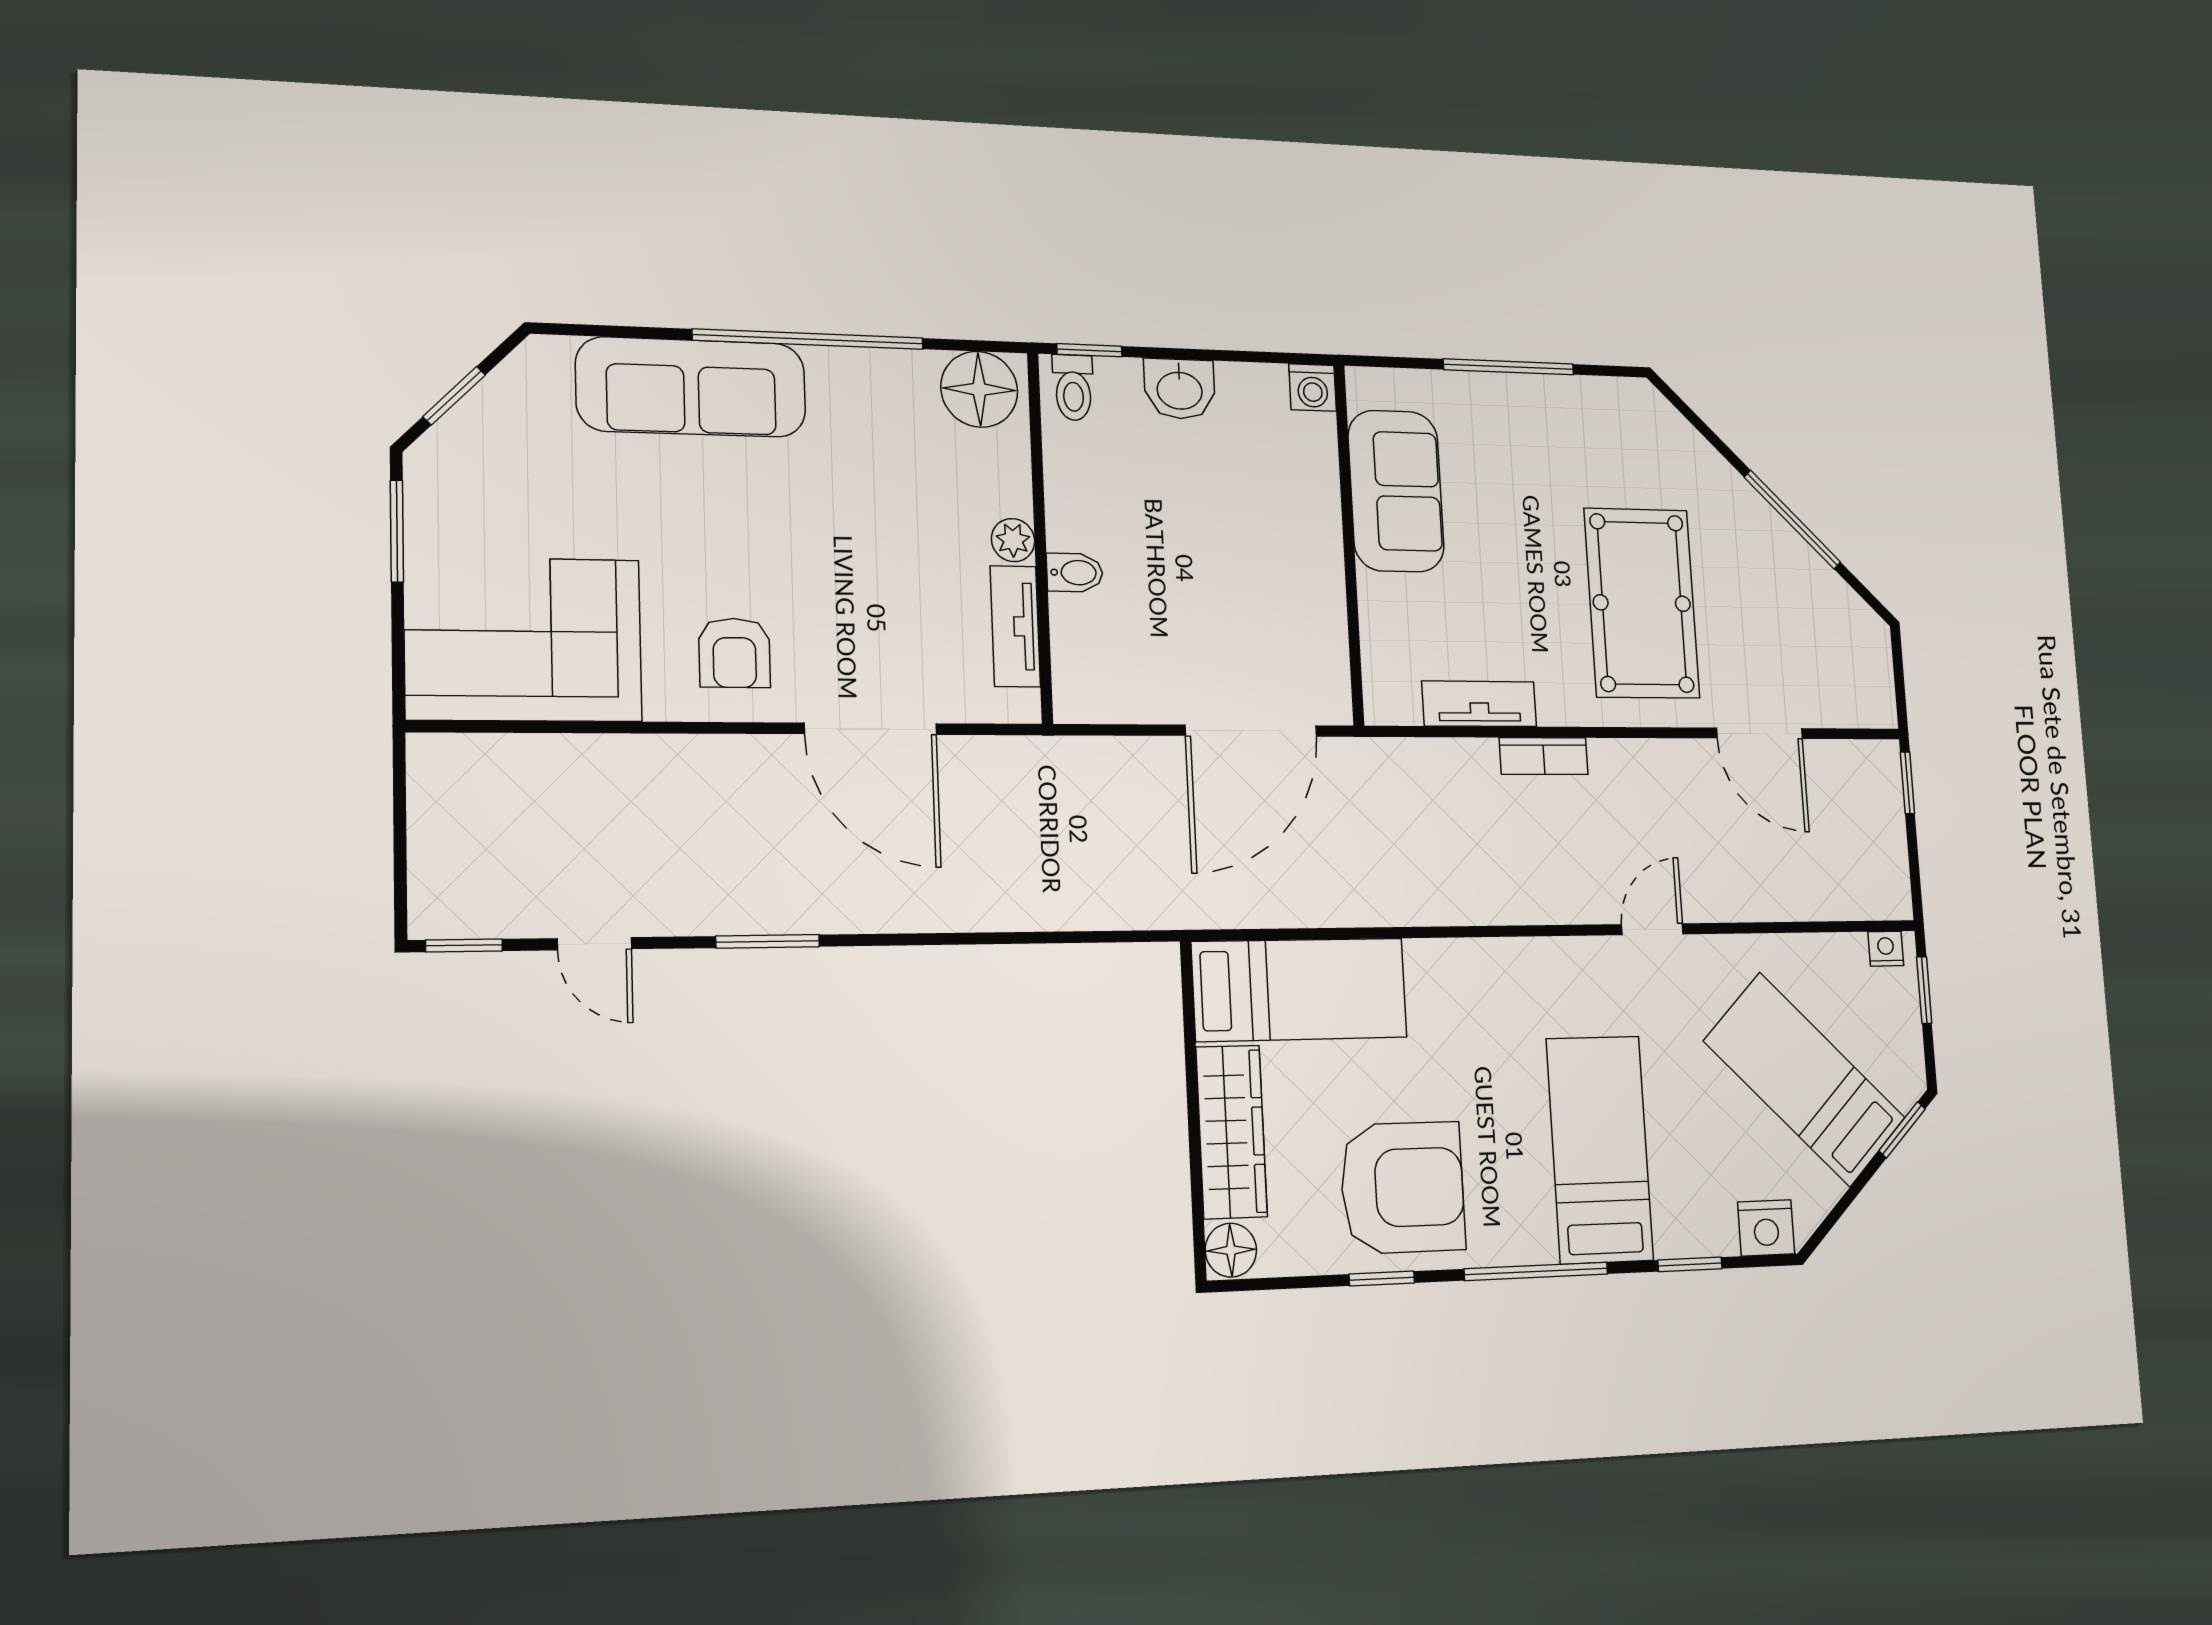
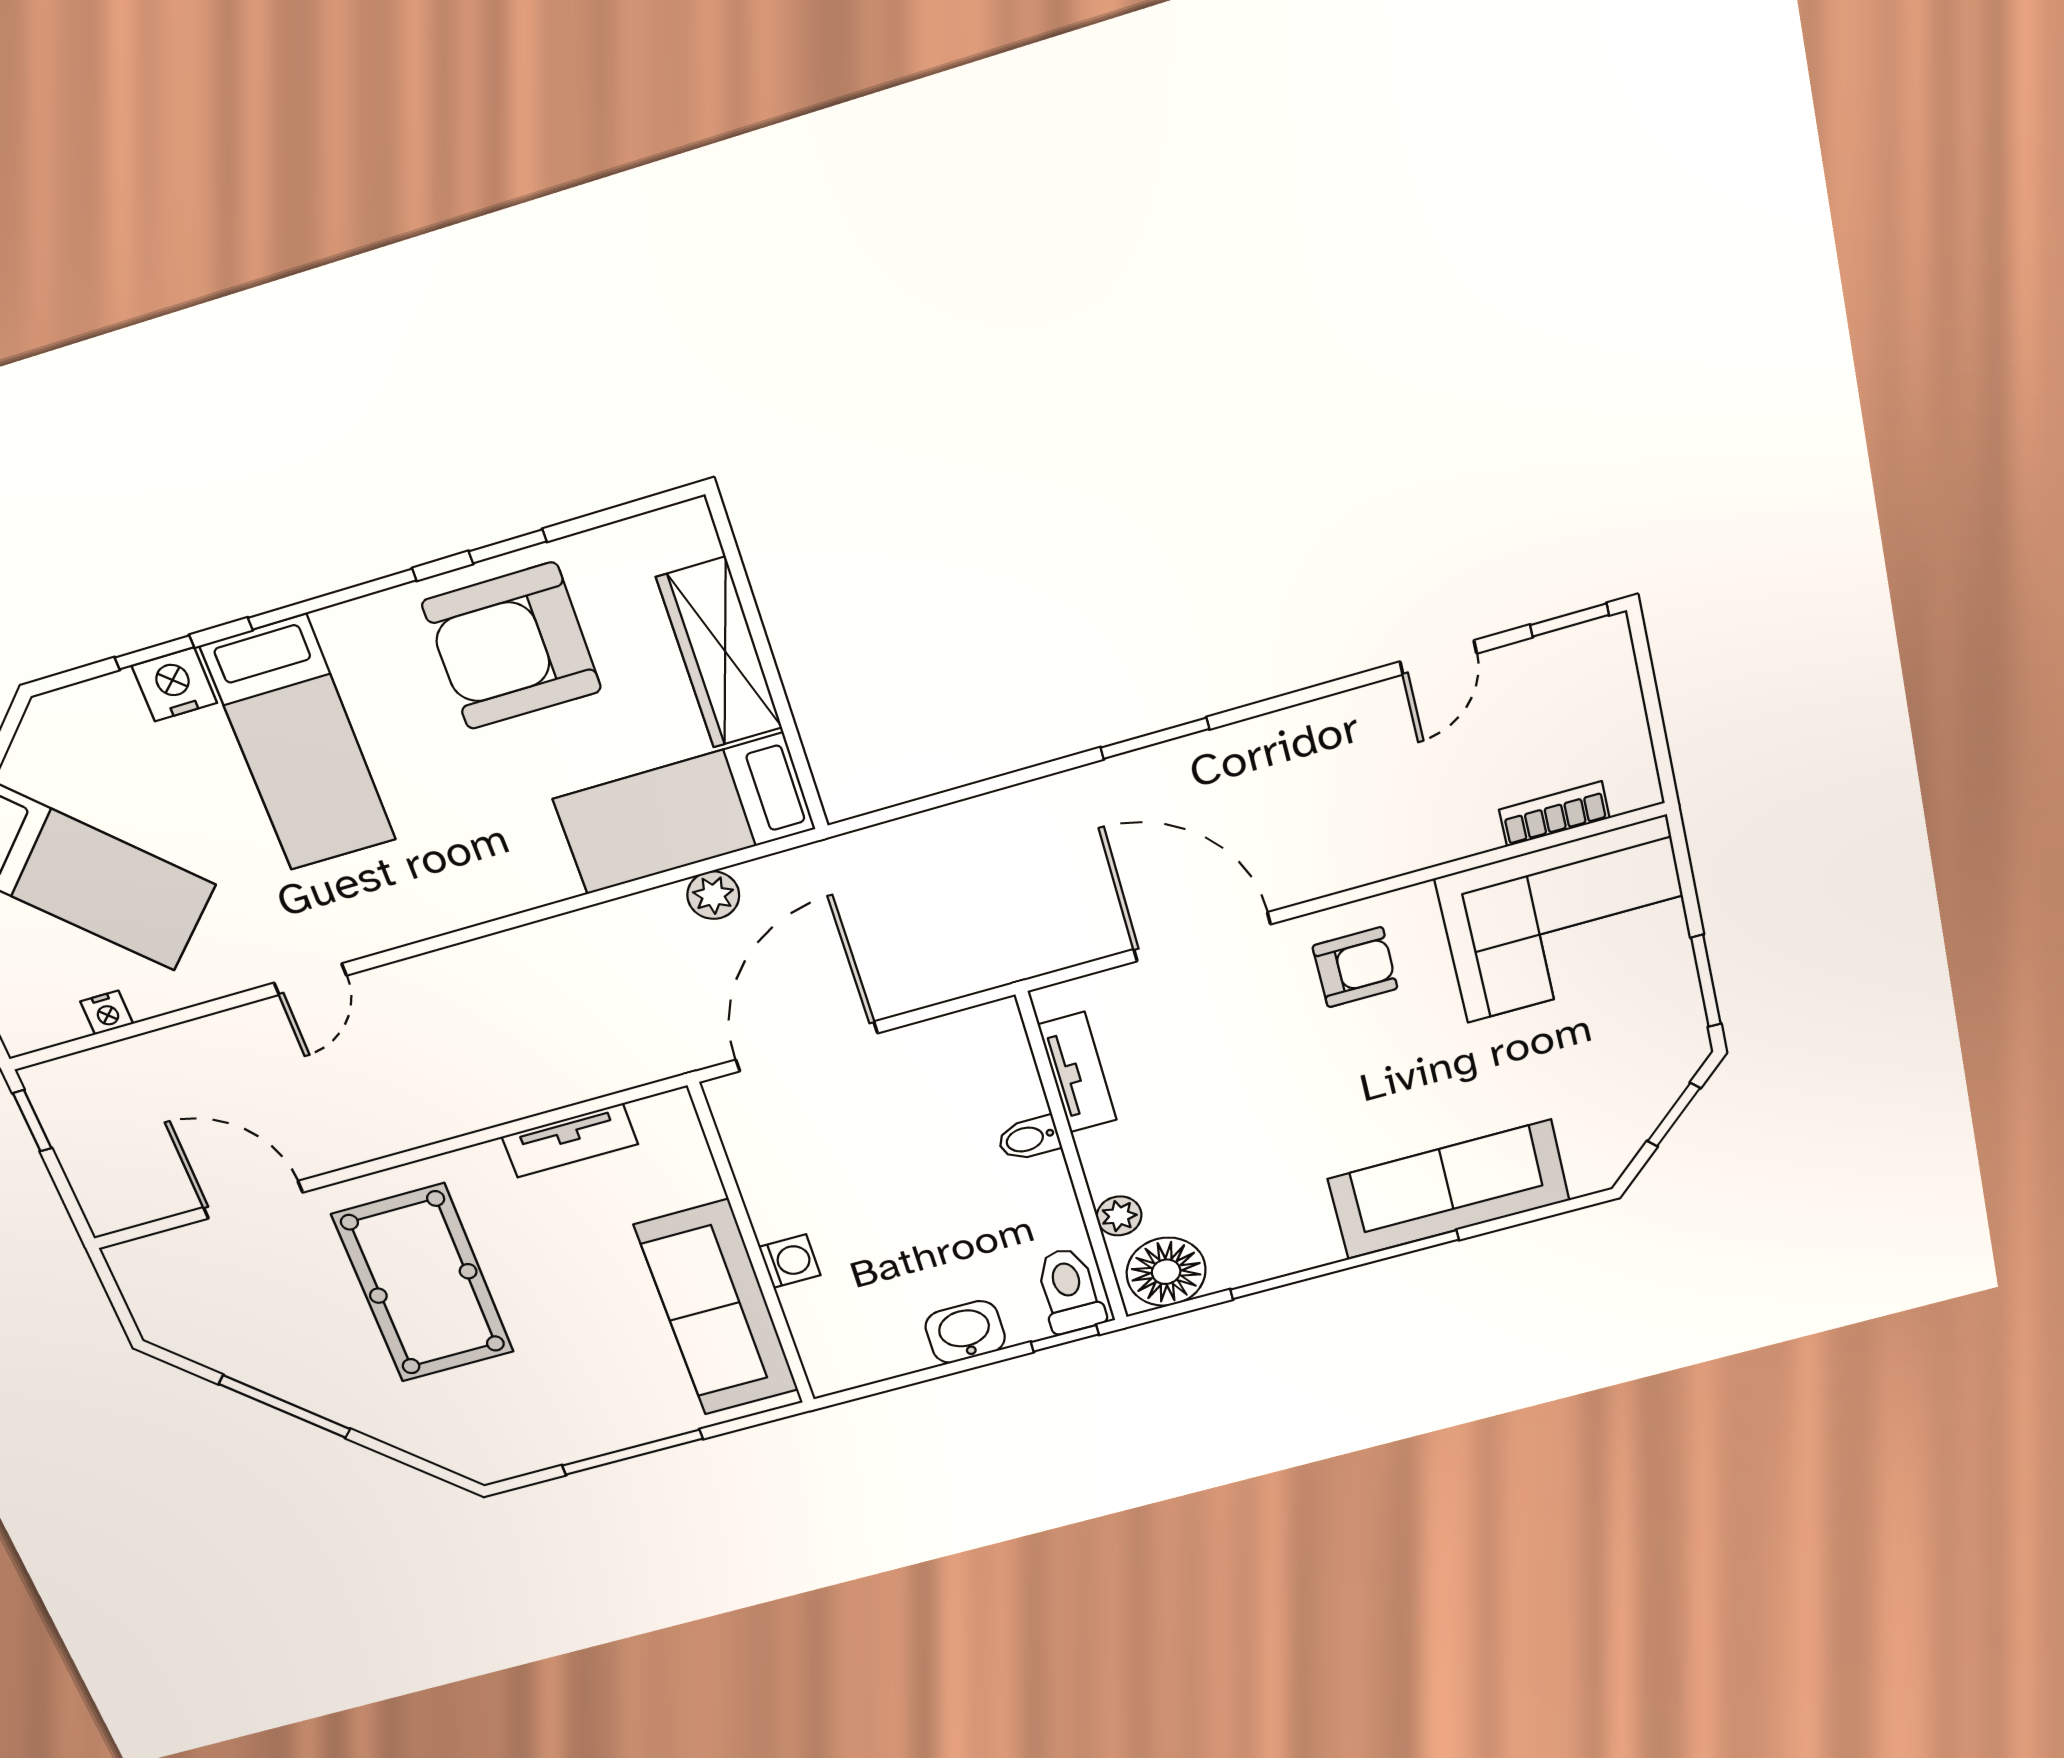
washing machine: (1313, 387) -> (790, 1261), moved, turned 90
toilet: (1073, 388) -> (1069, 1290), width x1.37, depth x1.39
sofa: (1396, 491) -> (717, 1308), width x1.36
plant: (1013, 540) -> (1119, 1216), moved
armchair: (734, 653) -> (1355, 967), turned 90
bookcase: (1544, 756) -> (1554, 814), moved
window: (1907, 783) -> (32, 1121), moved
plant: (1295, 904) -> (713, 895), added
window: (768, 941) -> (1155, 738), moved
door: (594, 944) -> (1438, 657), swing flipped
nightstand: (1886, 949) -> (107, 1013), moved
nightstand: (1766, 1228) -> (174, 684), moved
floor lamp: (1231, 1250) -> (687, 532), removed

